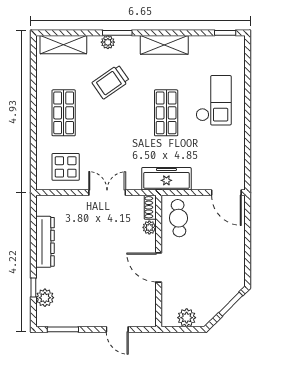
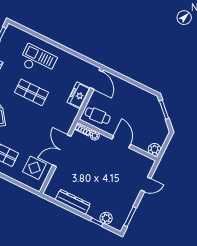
freezer: (166, 179) -> (79, 95), moved, width x0.71
double door: (107, 193) -> (62, 151), width x1.37
door: (226, 193) -> (97, 80), hinge flipped
door: (159, 267) -> (121, 142), swing flipped
plant: (187, 318) -> (154, 149), moved

